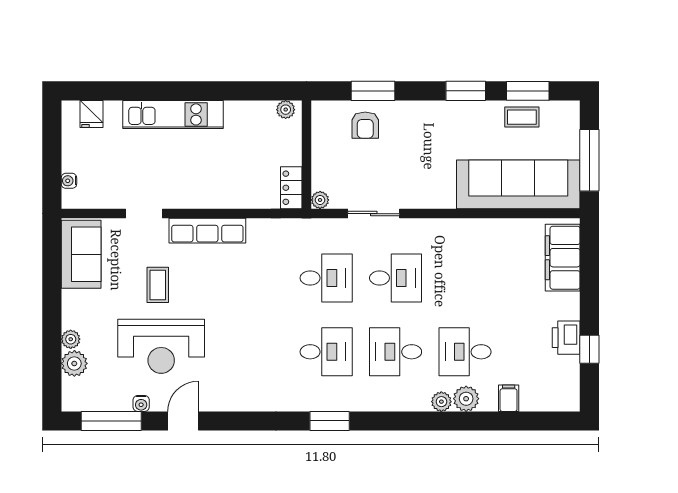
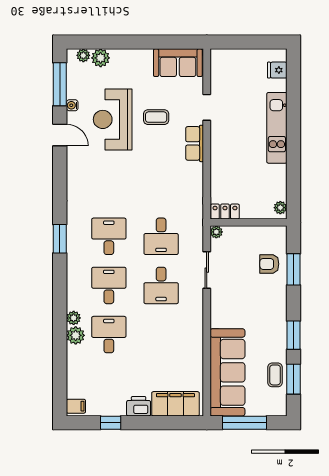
water cooler: (69, 181) -> (230, 54), removed
row of seats: (207, 231) -> (195, 143), width x0.68
printer: (566, 338) -> (139, 406), moved
plant: (71, 339) -> (83, 55), moved
desk: (326, 352) -> (109, 236), turned 180
filing cabinet: (509, 398) -> (76, 406), moved

